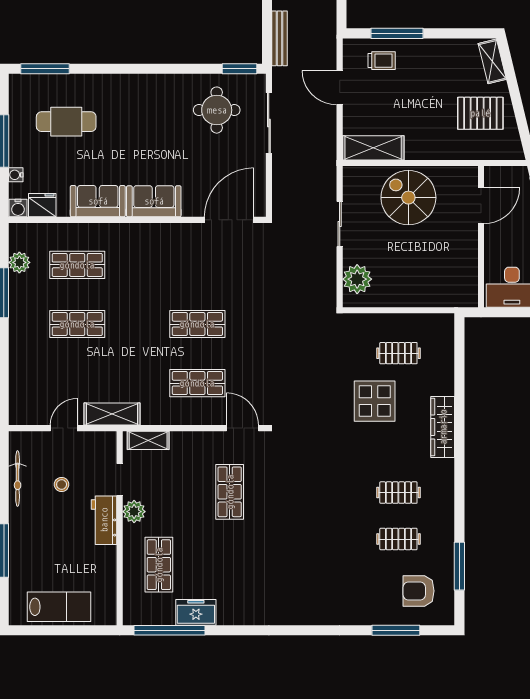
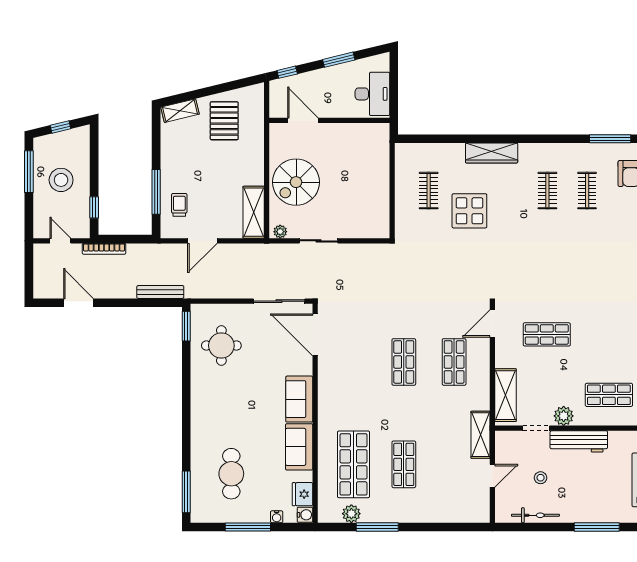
sliding door: (269, 123) -> (279, 301), moved
shop shelf: (77, 265) -> (353, 464), width x1.43, depth x1.36
plant: (357, 279) -> (280, 232), moved, width x0.53, depth x0.53
door: (64, 428) -> (492, 476), swing flipped
shelving: (148, 440) -> (506, 395), width x1.50, depth x1.33
workbench: (104, 520) -> (579, 441), width x1.38

